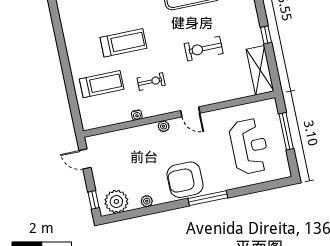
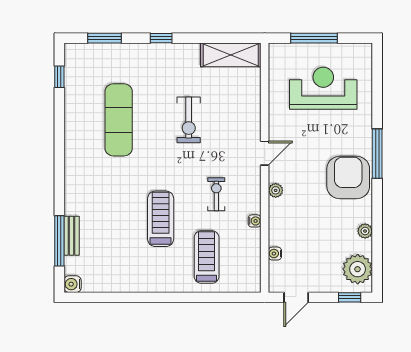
window: (266, 35) -> (161, 38), moved
water cooler: (115, 136) -> (275, 254), added
armchair: (185, 180) -> (348, 177), turned 180

